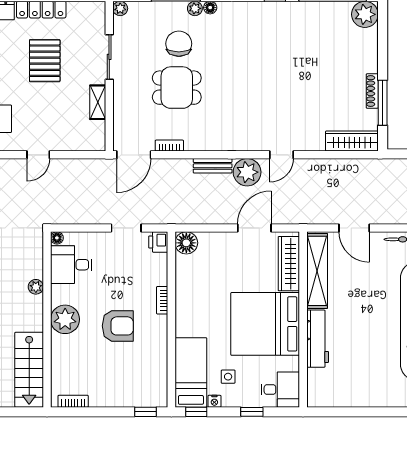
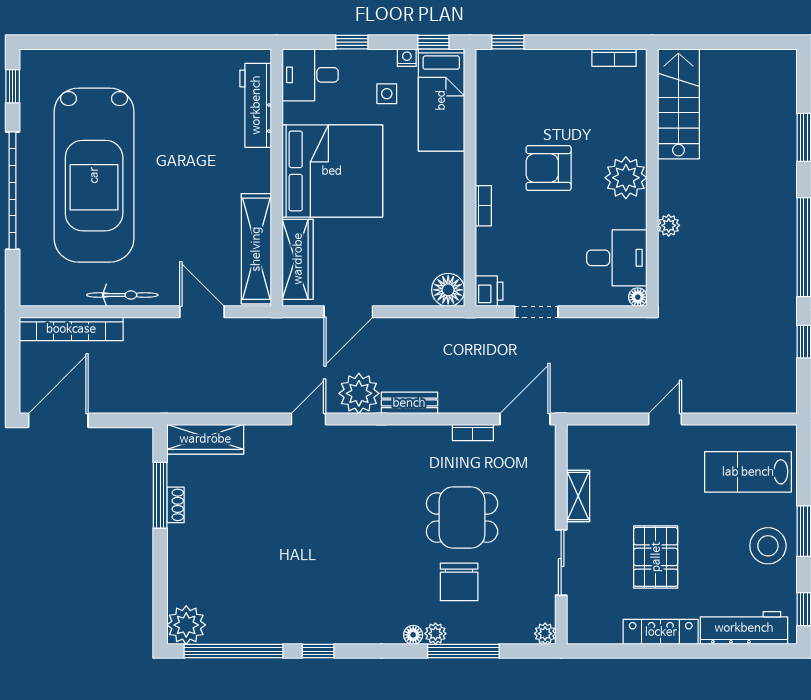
shoe rack: (372, 91) -> (175, 505), width x0.70
workbench: (318, 339) -> (256, 105), moved

